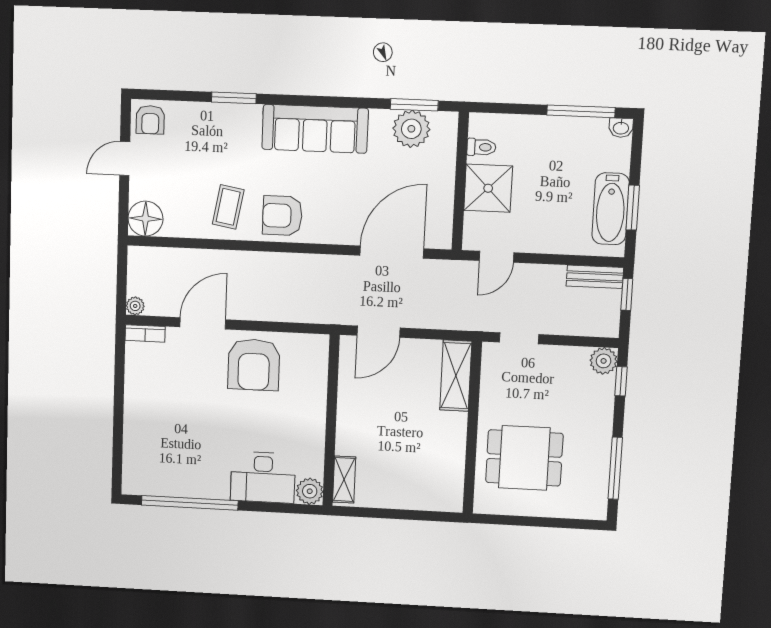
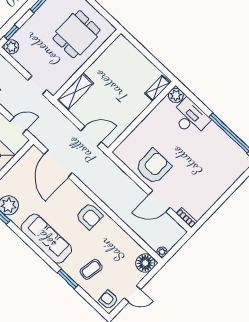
armchair: (150, 120) -> (109, 300), turned -93
coffee table: (228, 207) -> (91, 269), moved
door: (392, 252) -> (58, 164), hinge flipped
plant: (135, 306) -> (162, 252), moved
dining table: (524, 458) -> (77, 34), turned 90

